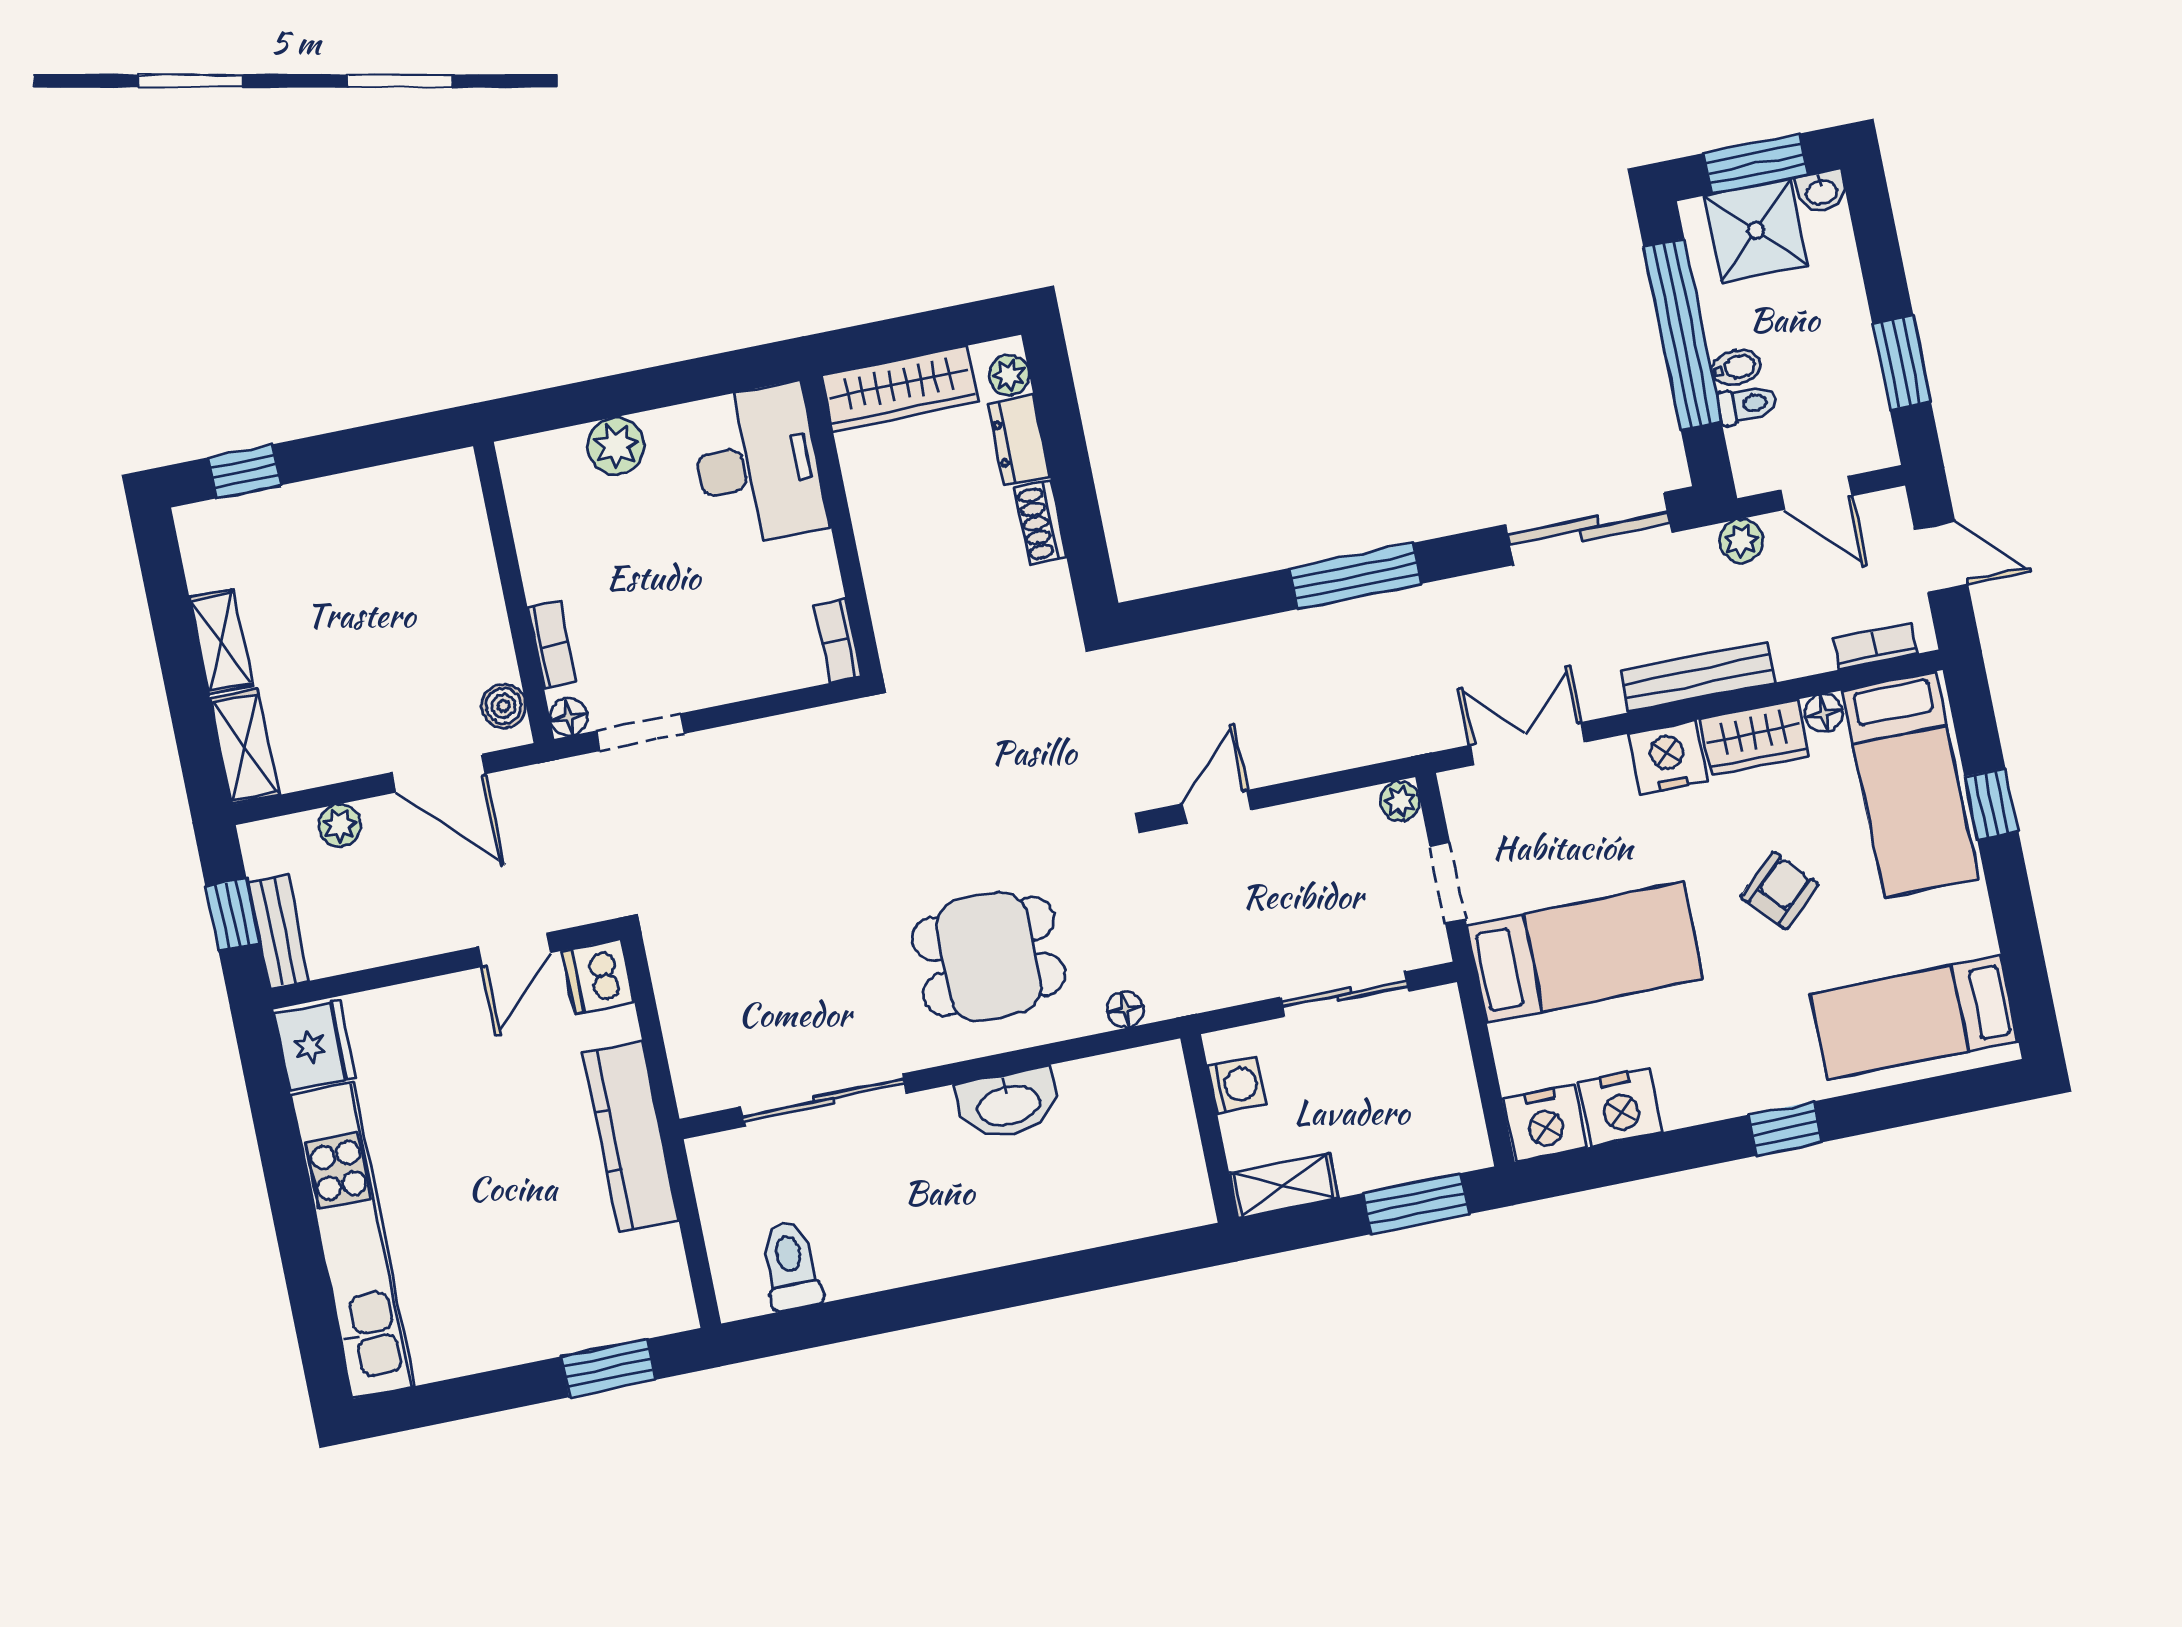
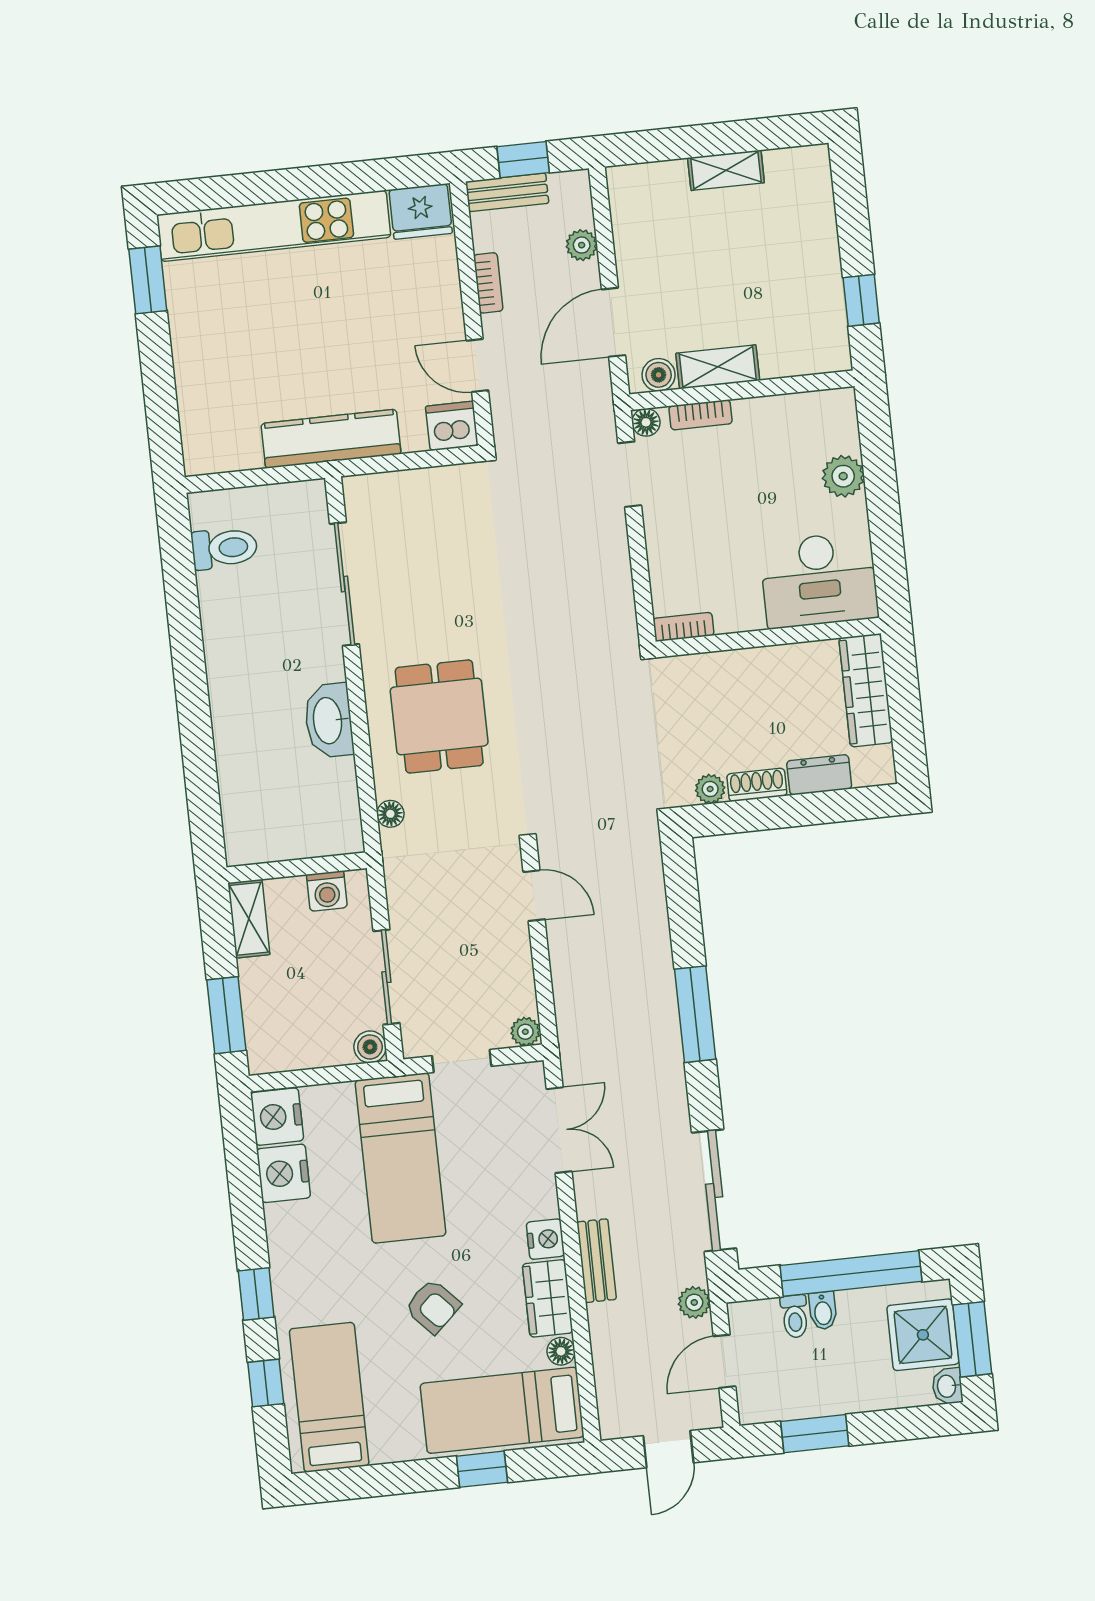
plant: (1009, 375) -> (710, 789), moved
window: (244, 471) -> (861, 300), moved
bookcase: (1875, 646) -> (488, 283), moved
bench: (1698, 677) -> (597, 1261), width x0.73
shelving: (245, 747) -> (718, 367), moved
nightstand: (1668, 757) -> (545, 1239), width x0.74, depth x0.75
boiler: (1440, 1007) -> (370, 1047), added
window: (1904, 1104) -> (266, 1383), added
window: (608, 1368) -> (148, 280), moved

